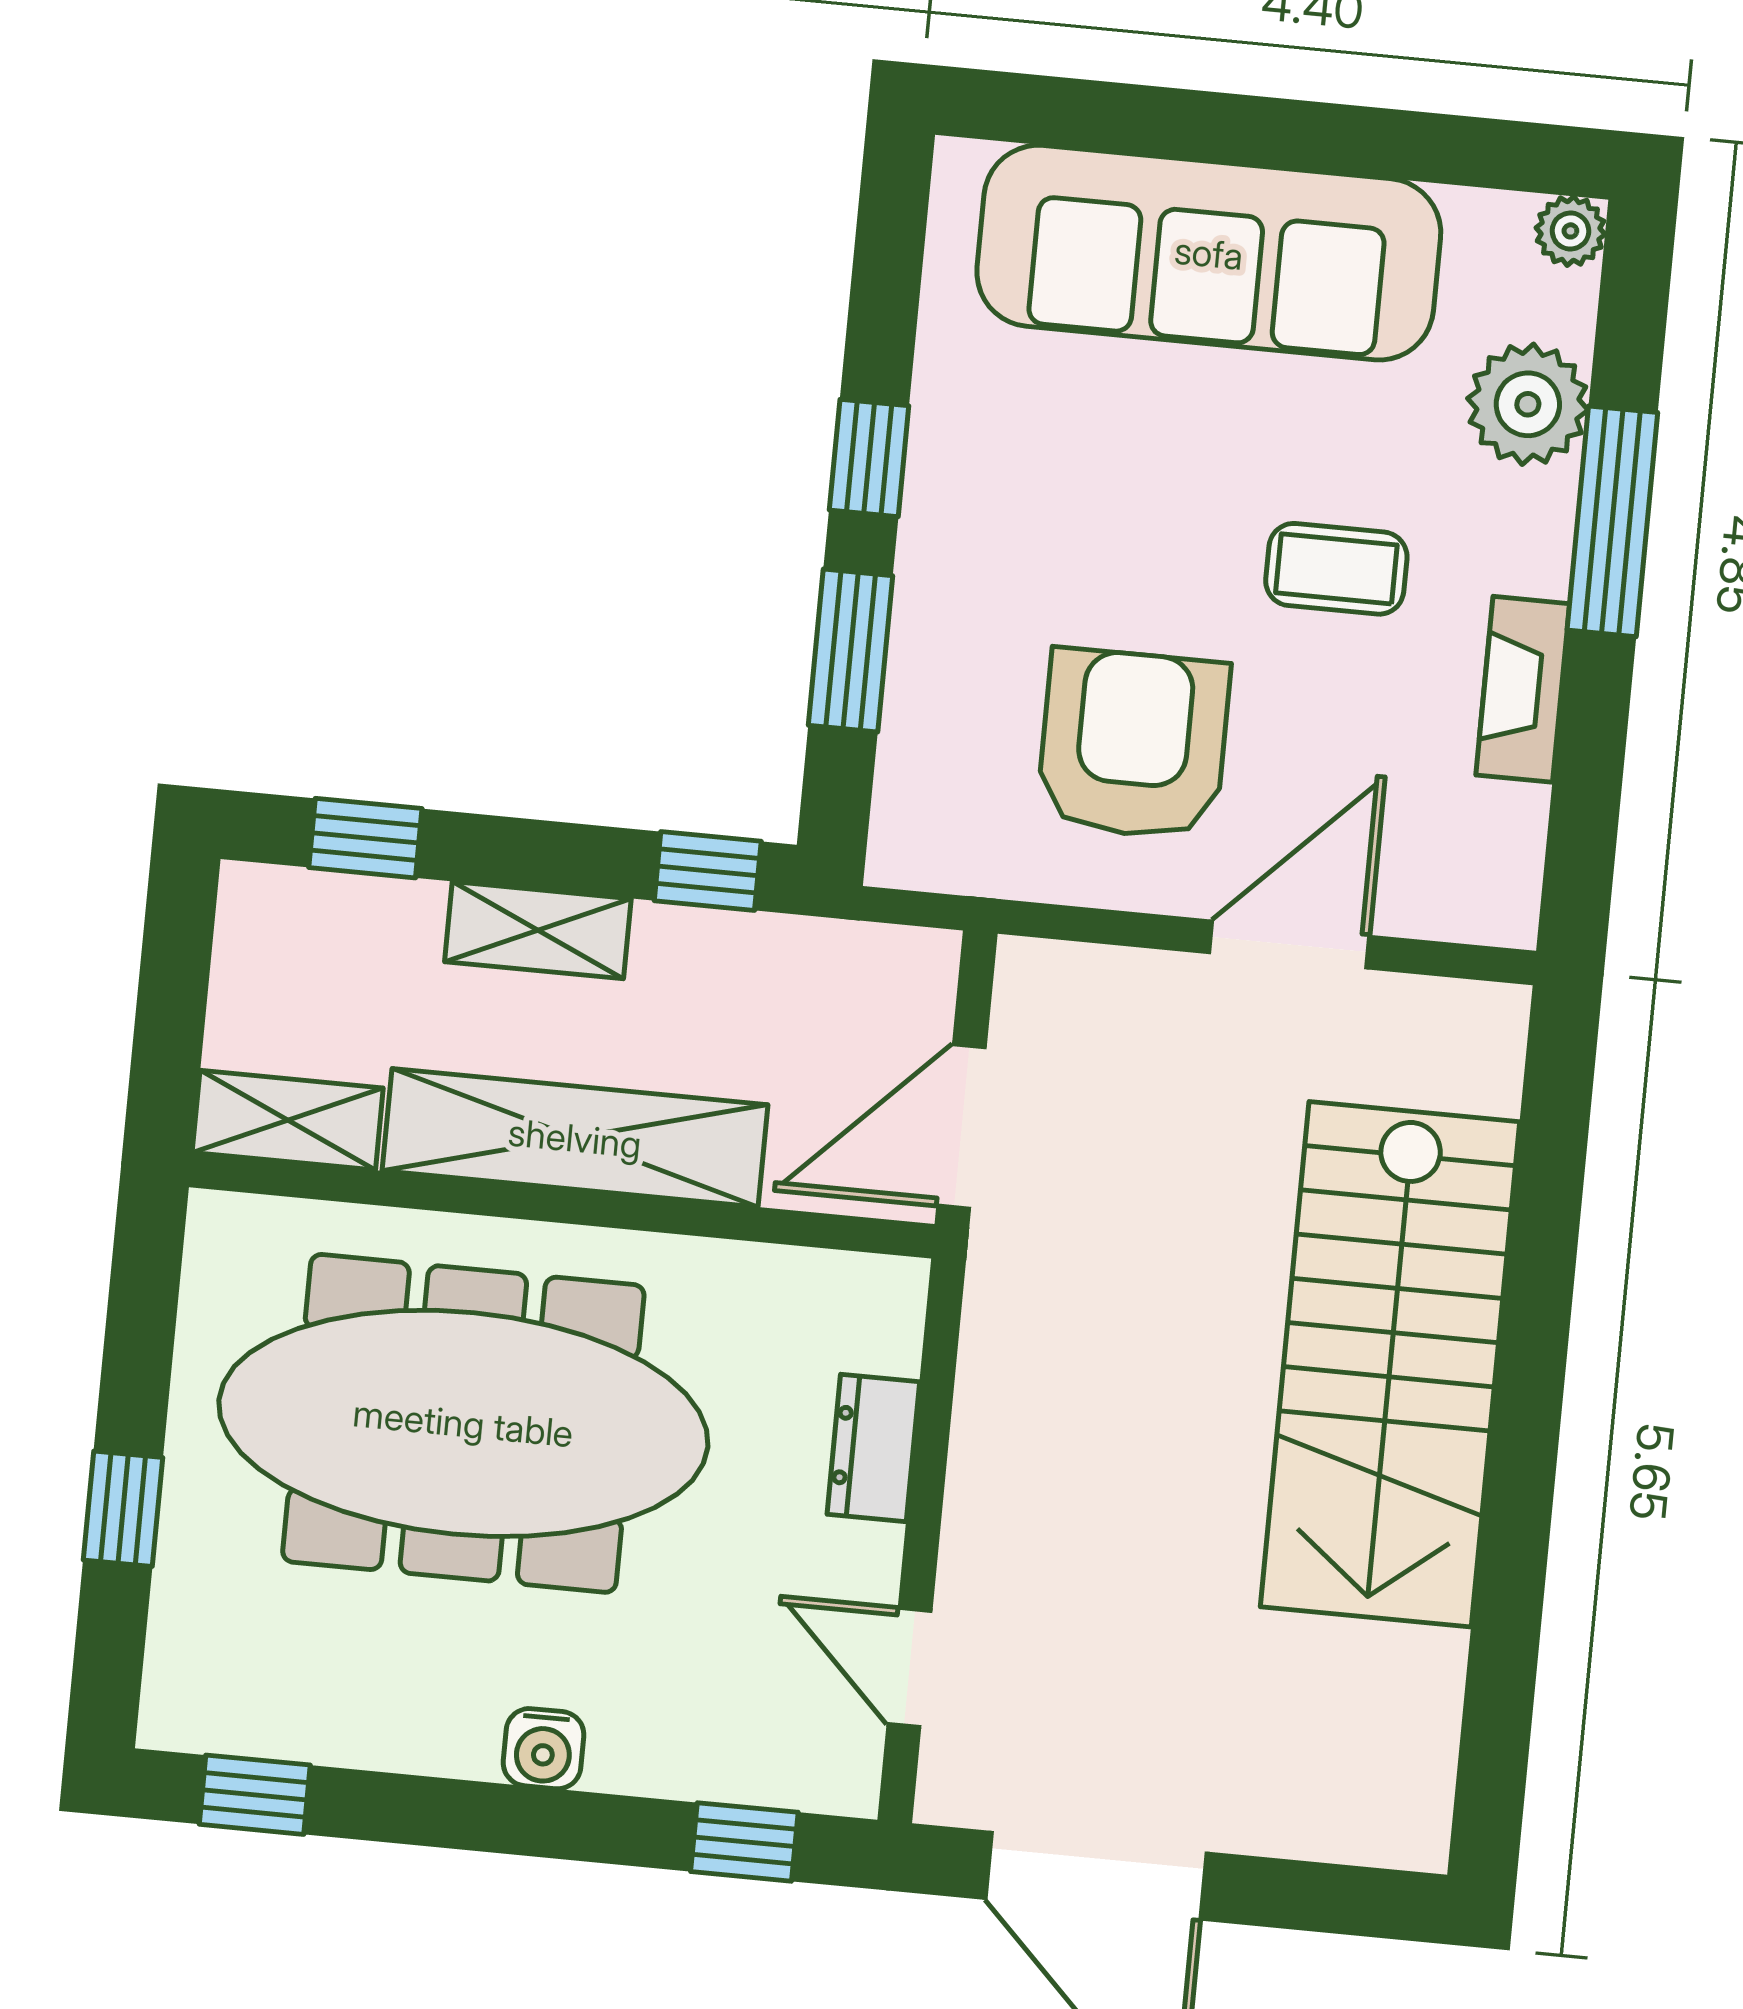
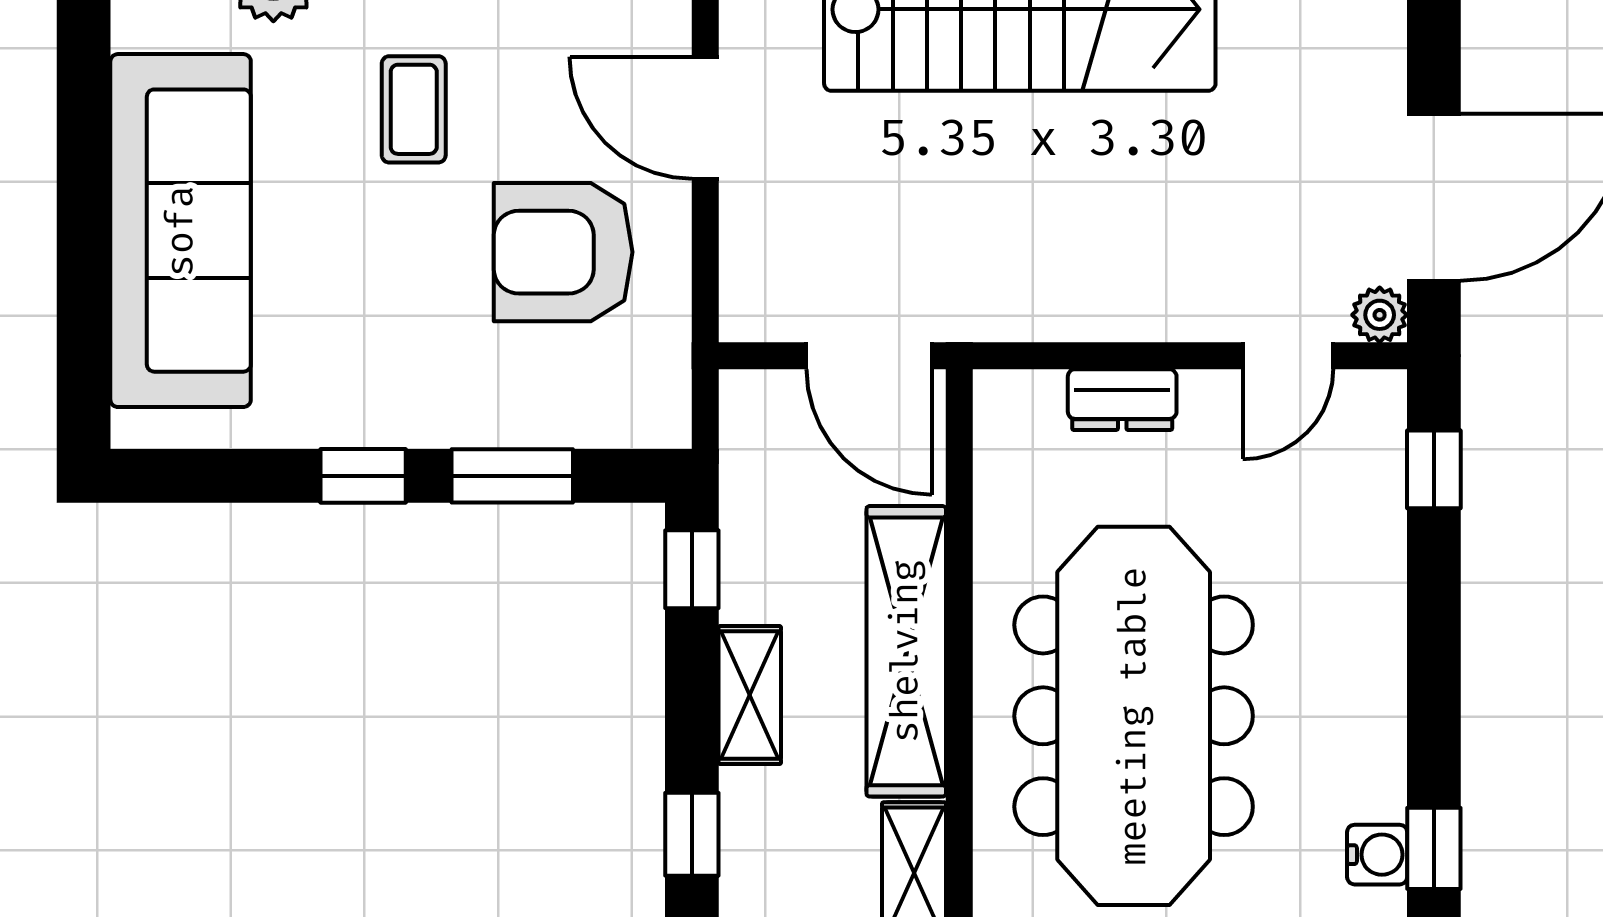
water cooler: (543, 1749) -> (1377, 855), moved
plant: (951, 1791) -> (1380, 315), added

